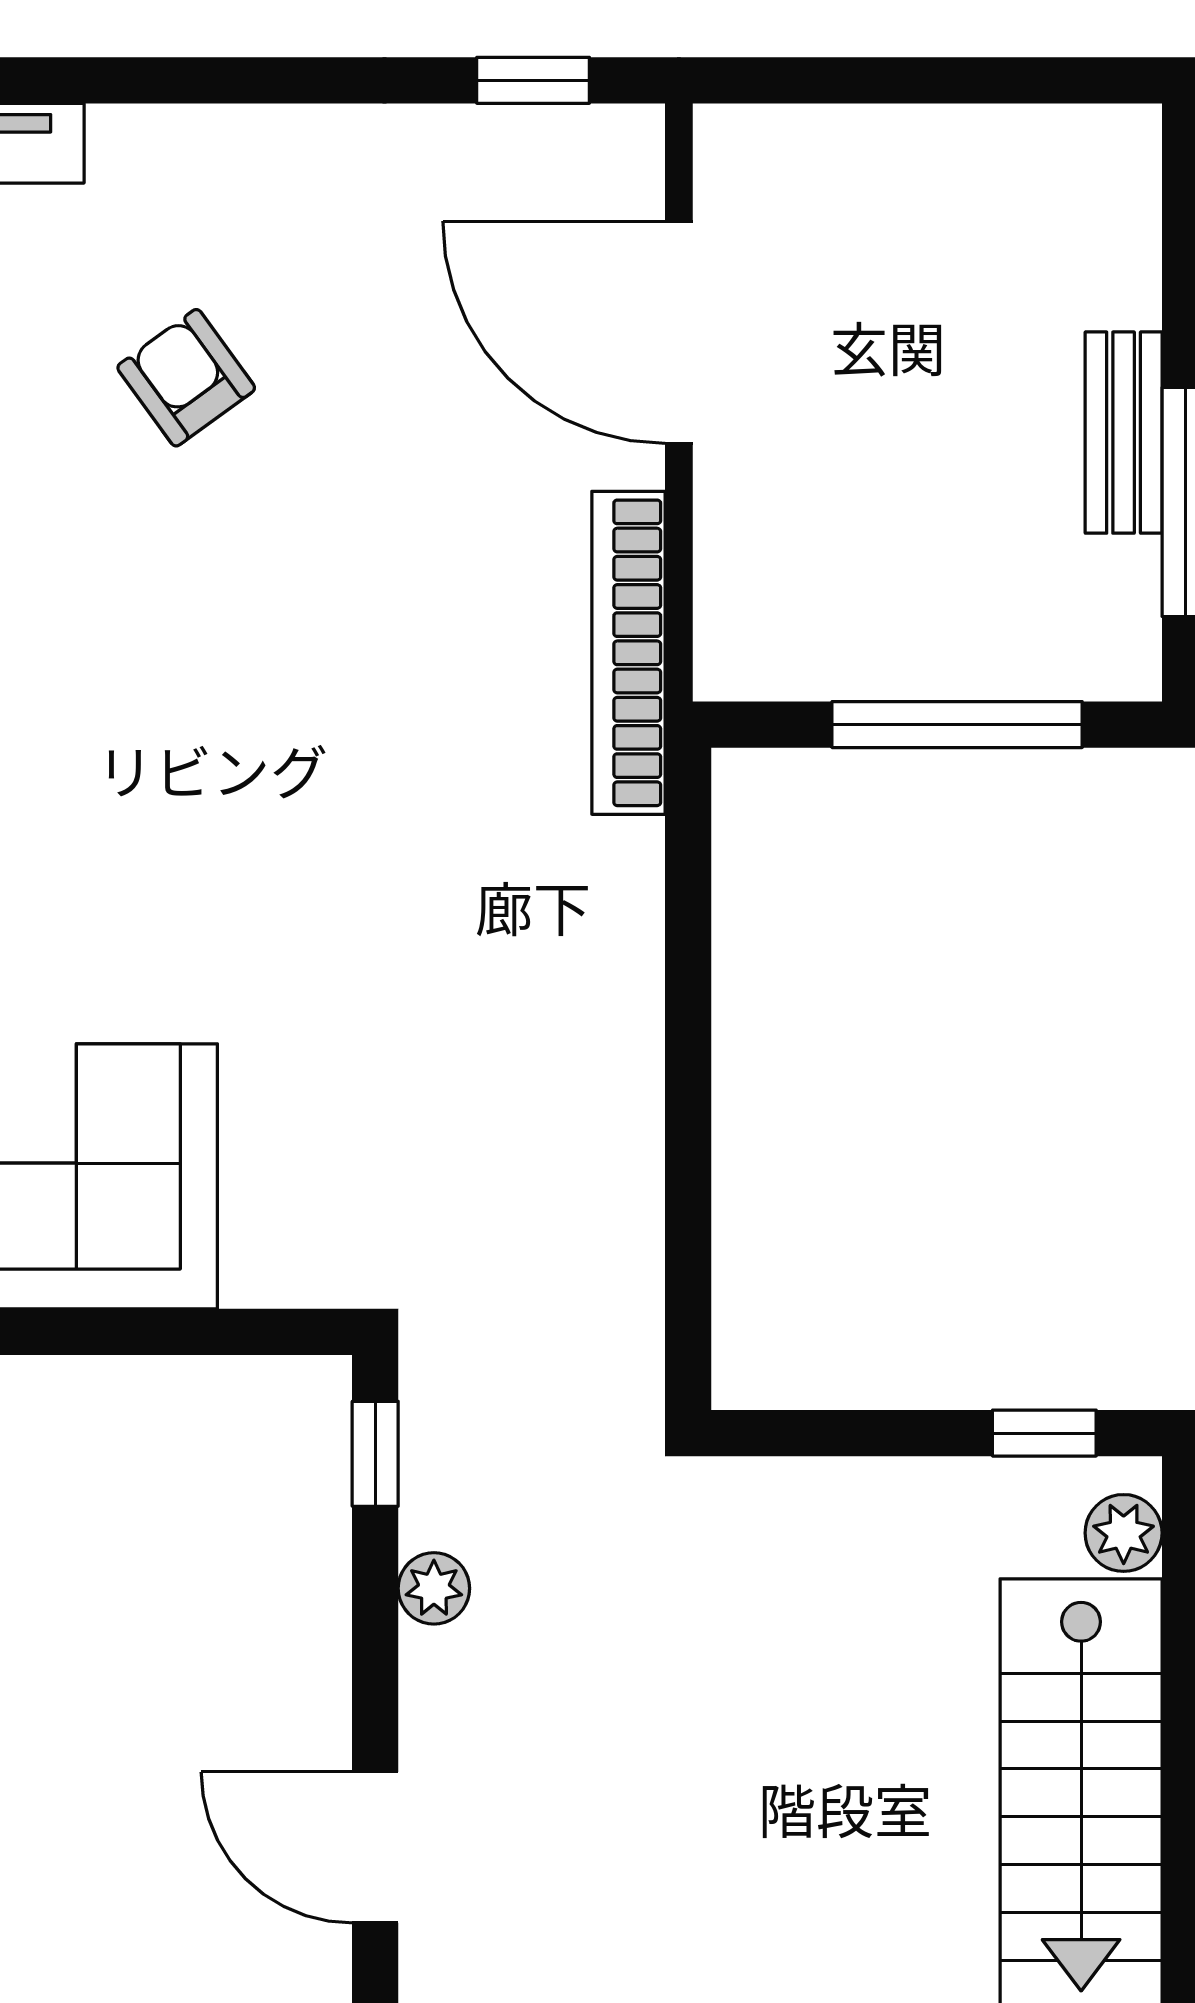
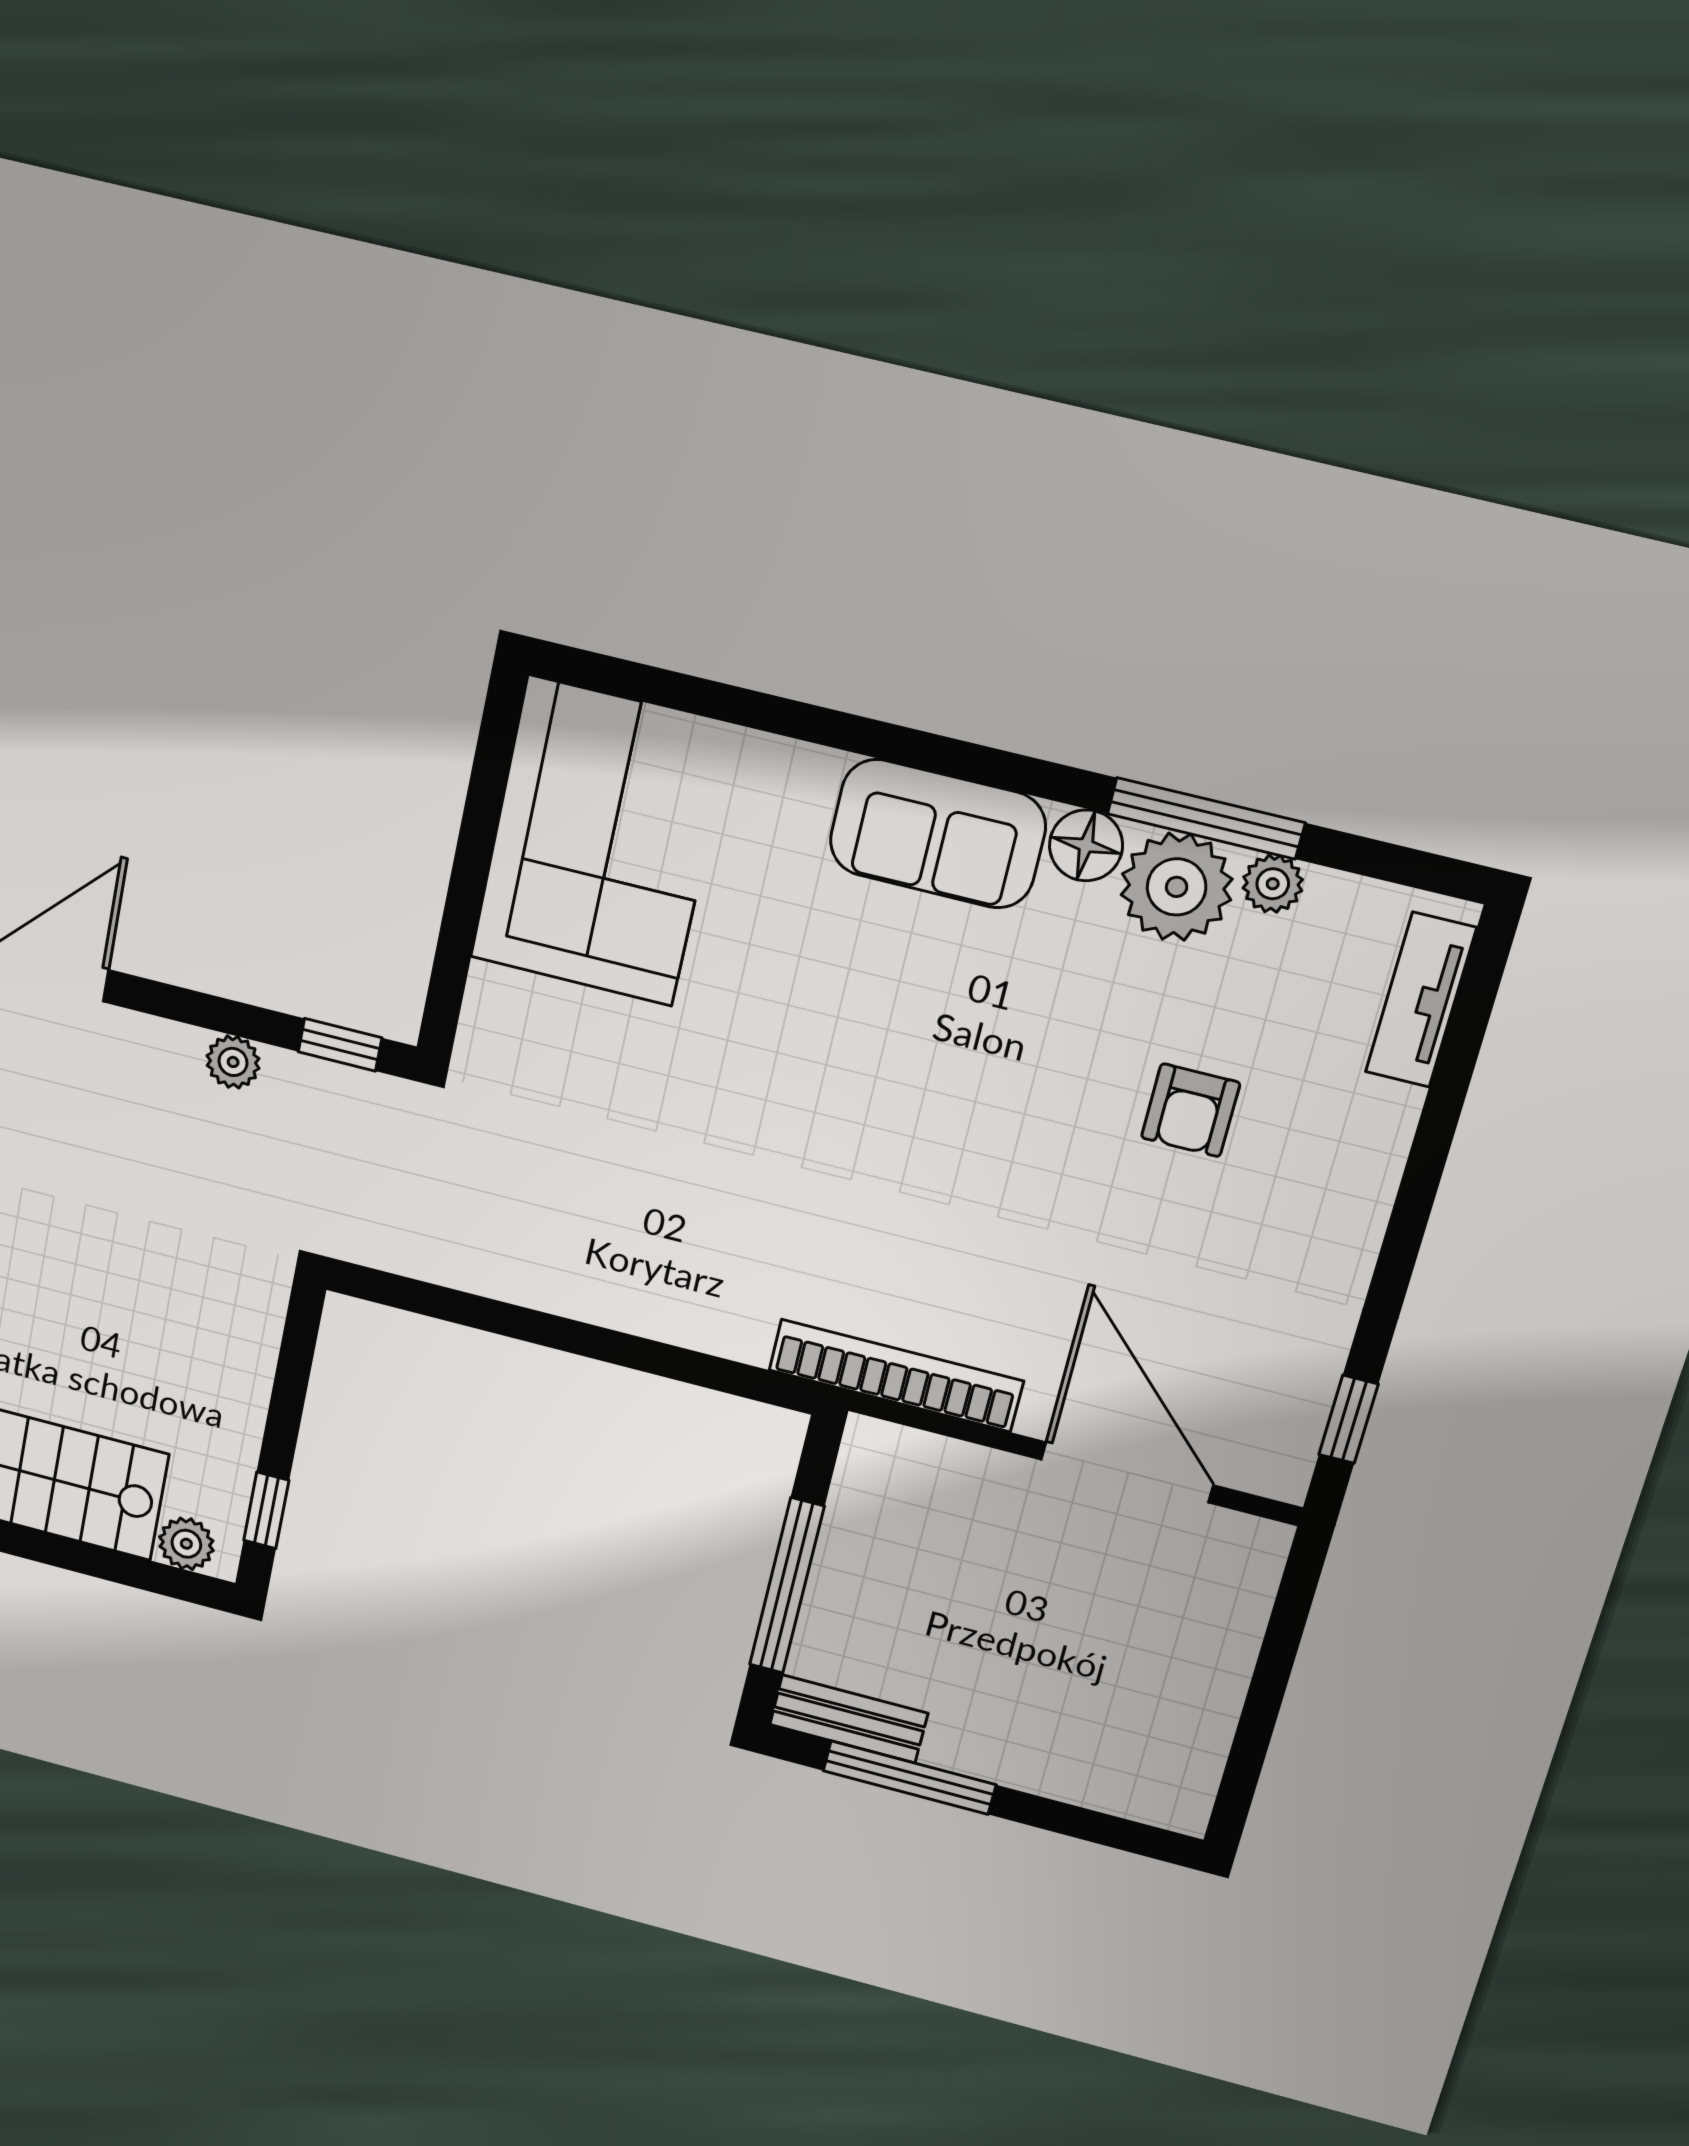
door: (679, 332) -> (1127, 1472), hinge flipped
armchair: (186, 378) -> (1191, 1110), turned 126
bench: (1124, 433) -> (849, 1719), moved

